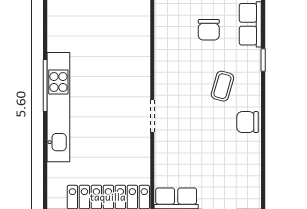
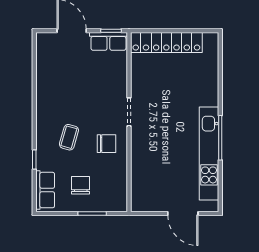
kitchen unit: (58, 107) -> (209, 153), moved
chair: (248, 122) -> (106, 144), moved

